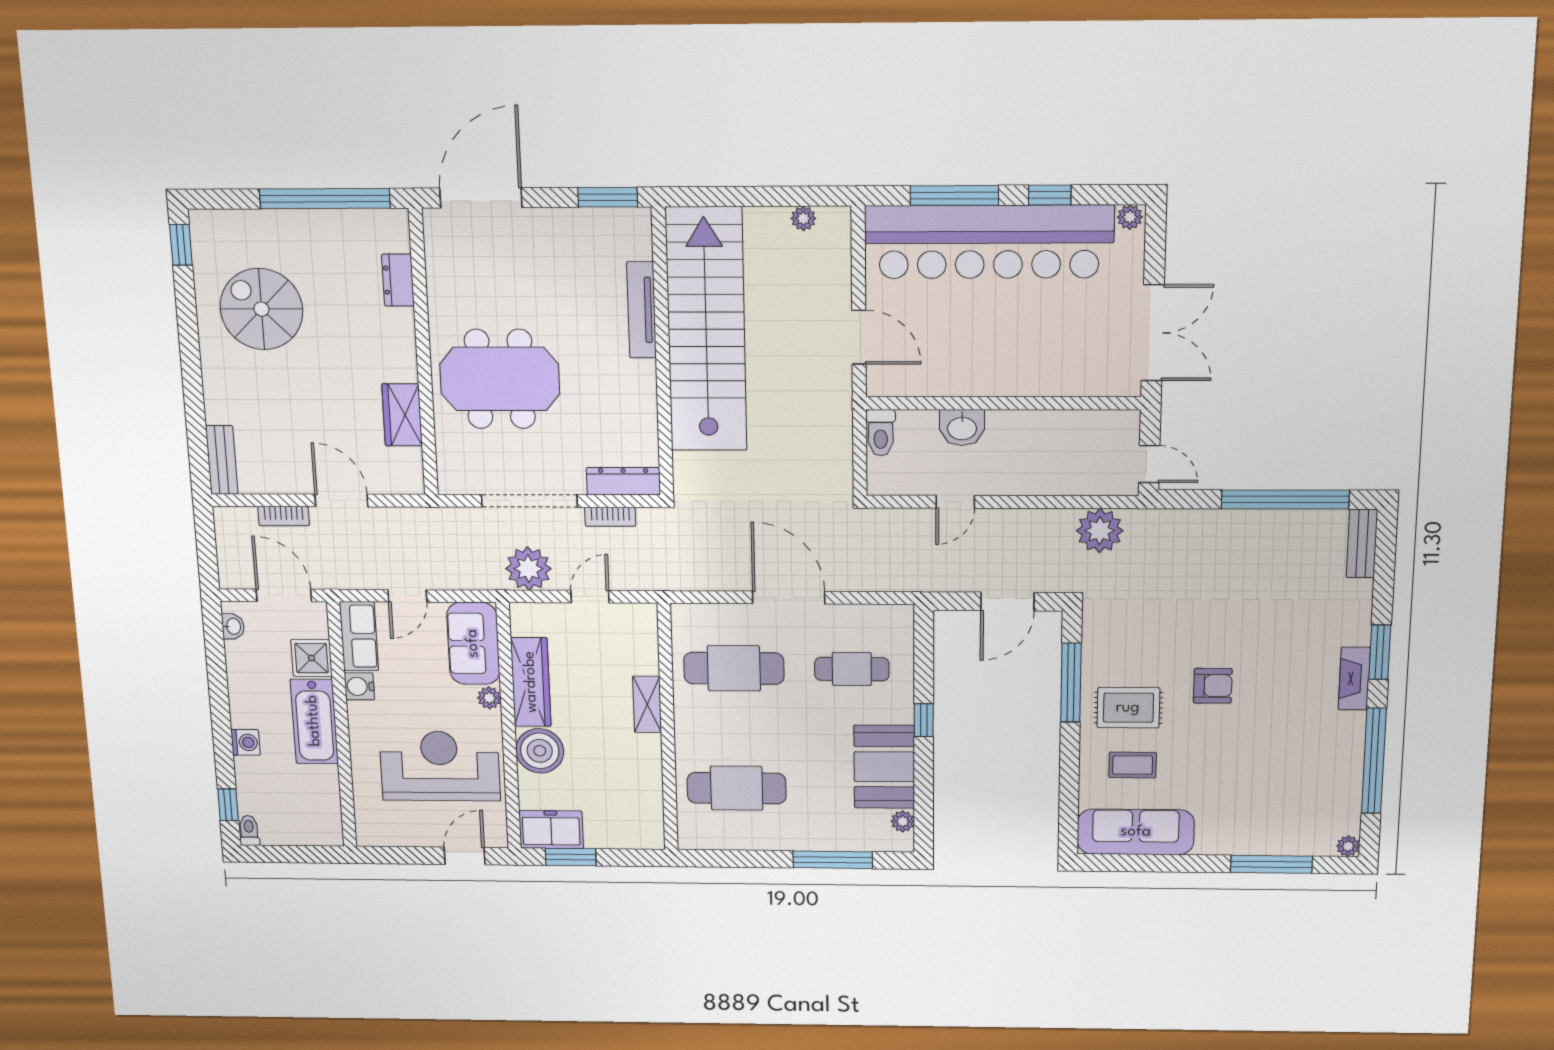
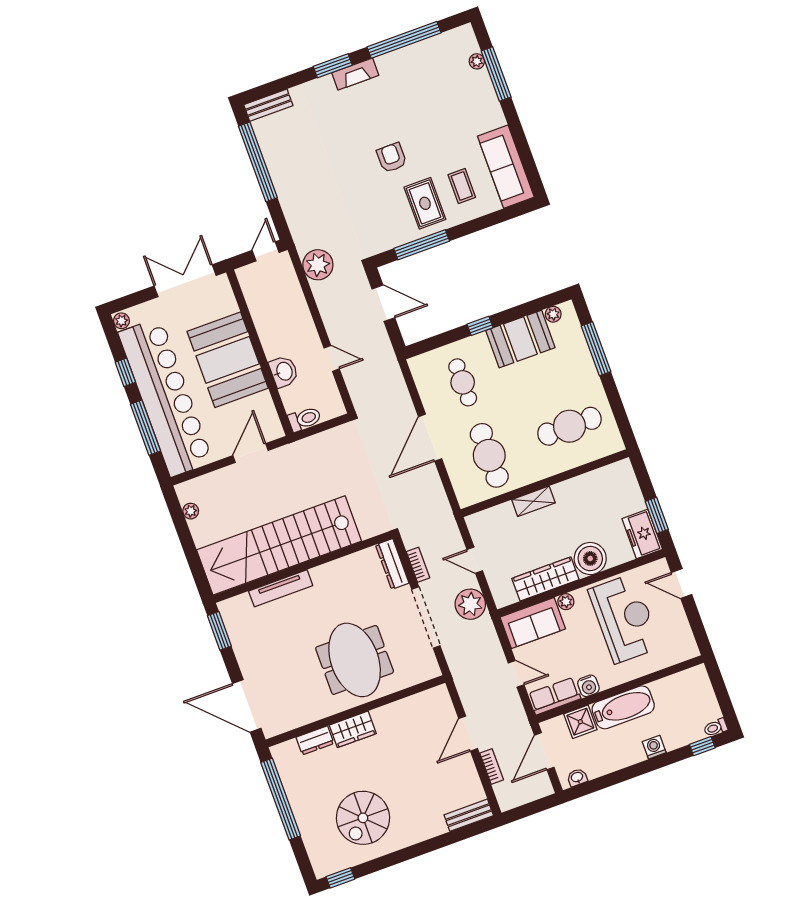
booth: (1010, 353) -> (228, 360), added
wardrobe: (402, 415) -> (353, 729), moved
reception desk: (440, 766) -> (624, 618), turned 180
cafe table: (737, 788) -> (569, 426), turned 90
plant: (1348, 846) -> (477, 61), moved

